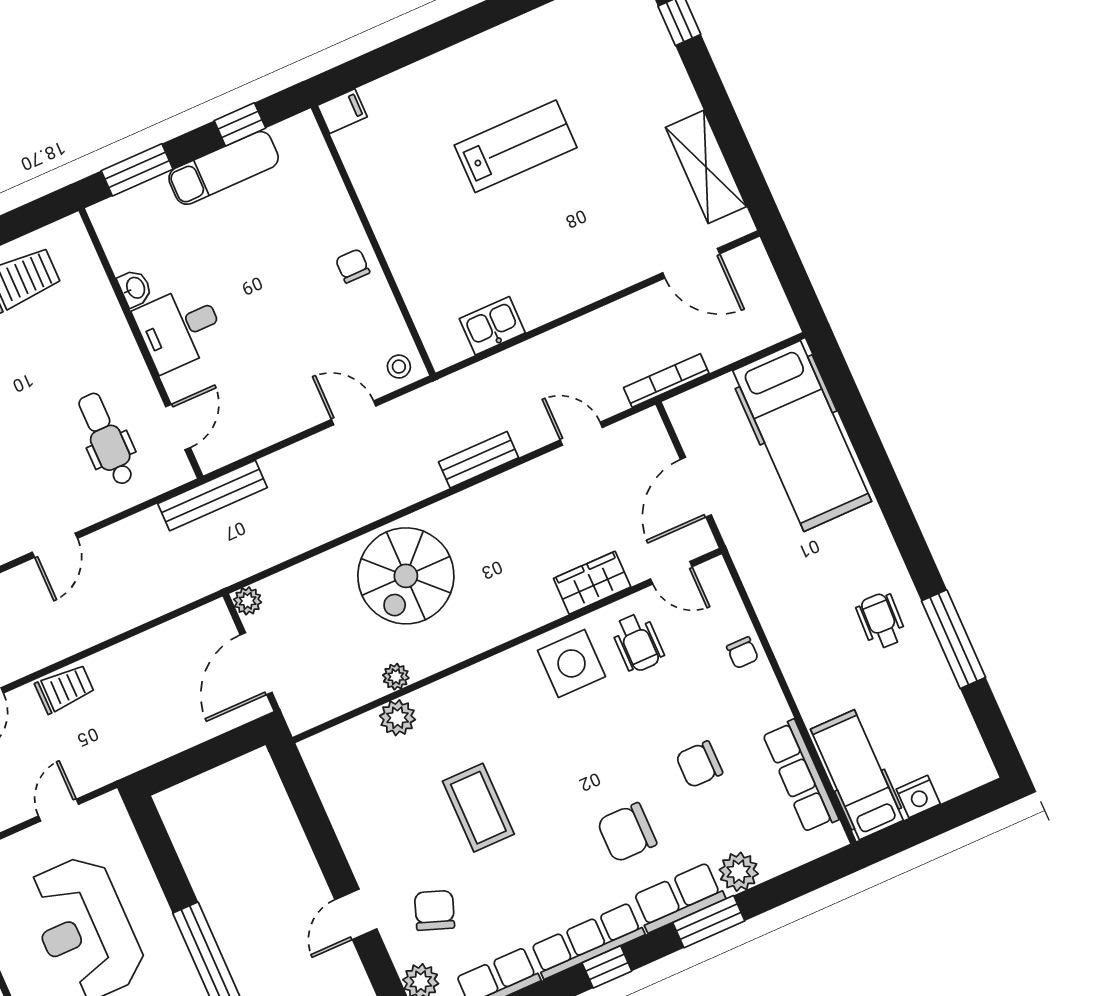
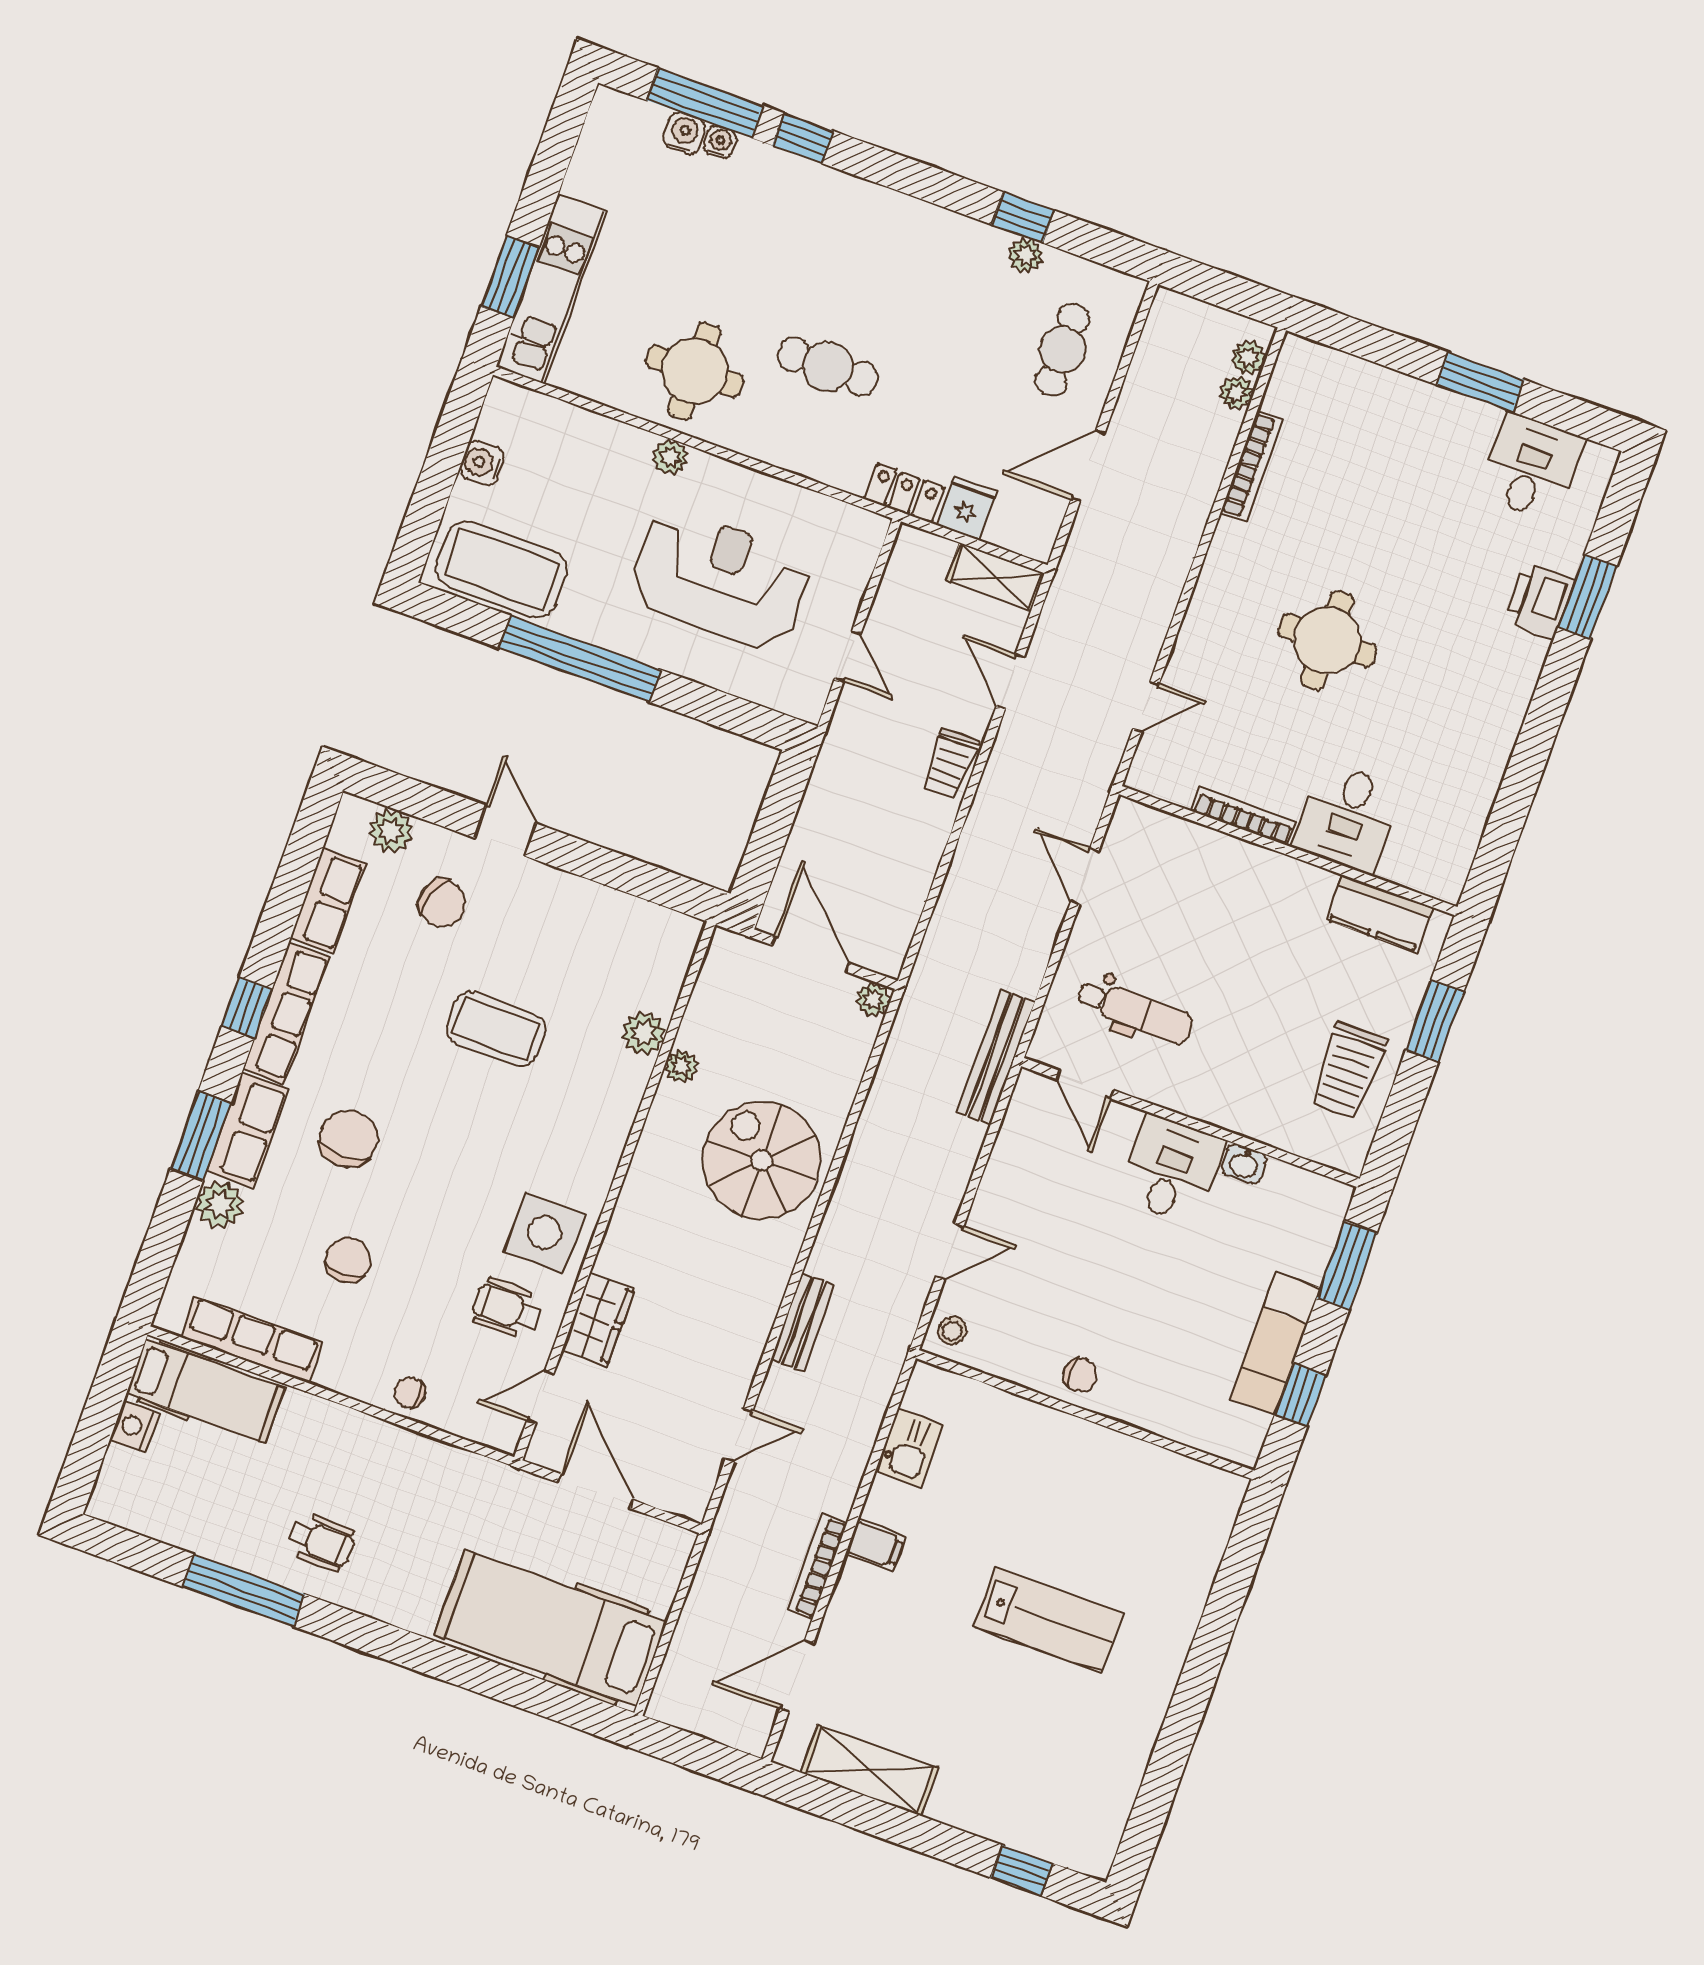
filing cabinet: (342, 111) -> (875, 1545), moved, turned -90
lab bench: (516, 146) -> (1048, 1620), turned -90
bookcase: (666, 380) -> (818, 1566), moved, turned 180

